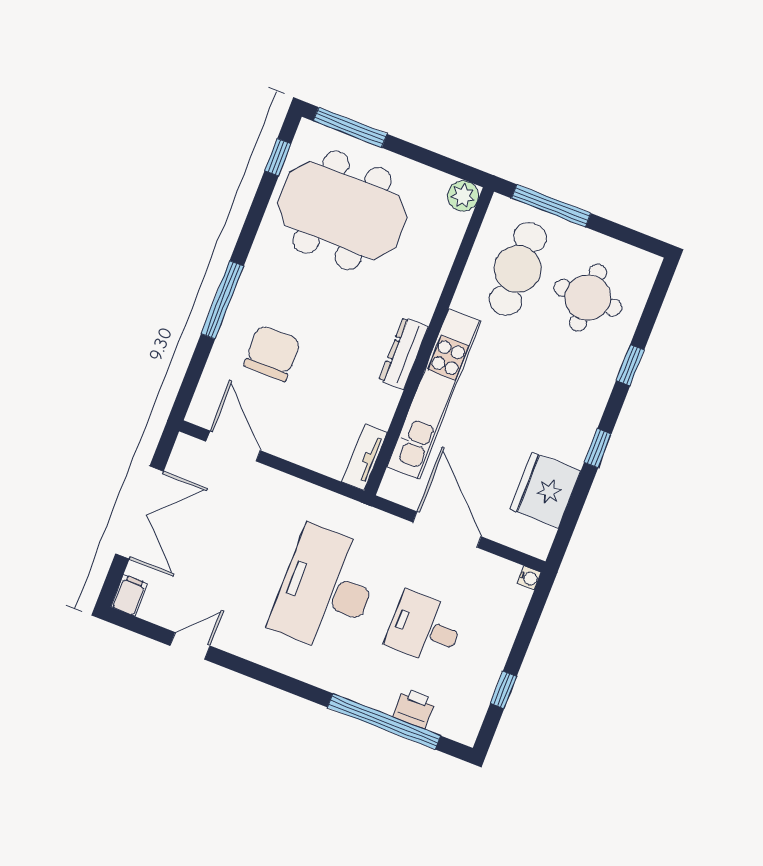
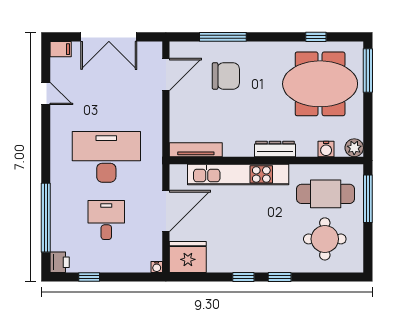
window: (278, 157) -> (316, 37), moved
meeting table: (342, 210) -> (320, 84), turned 90
water cooler: (448, 241) -> (326, 149), added
window: (222, 300) -> (223, 37), moved
dresser: (404, 353) -> (275, 149), moved
window: (630, 365) -> (280, 277), moved
tv unit: (365, 457) -> (196, 150), width x1.41
fridge: (545, 490) -> (188, 257), moved
printer: (414, 708) -> (60, 262), moved

